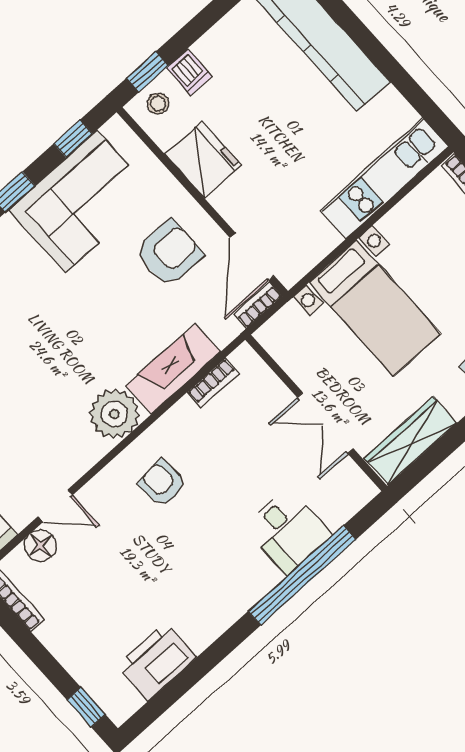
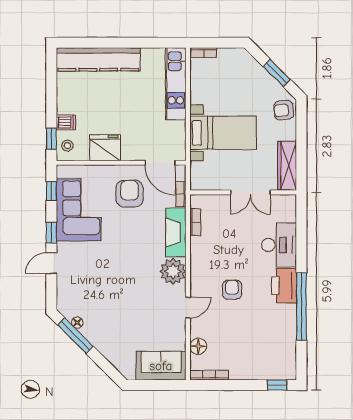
bookcase: (258, 305) -> (181, 194), moved
armchair: (162, 483) -> (232, 290), moved, turned 95
door: (55, 506) -> (188, 308), moved
desk: (288, 531) -> (279, 245), width x1.37
window: (302, 575) -> (301, 306), moved
printer: (157, 661) -> (284, 286), moved

